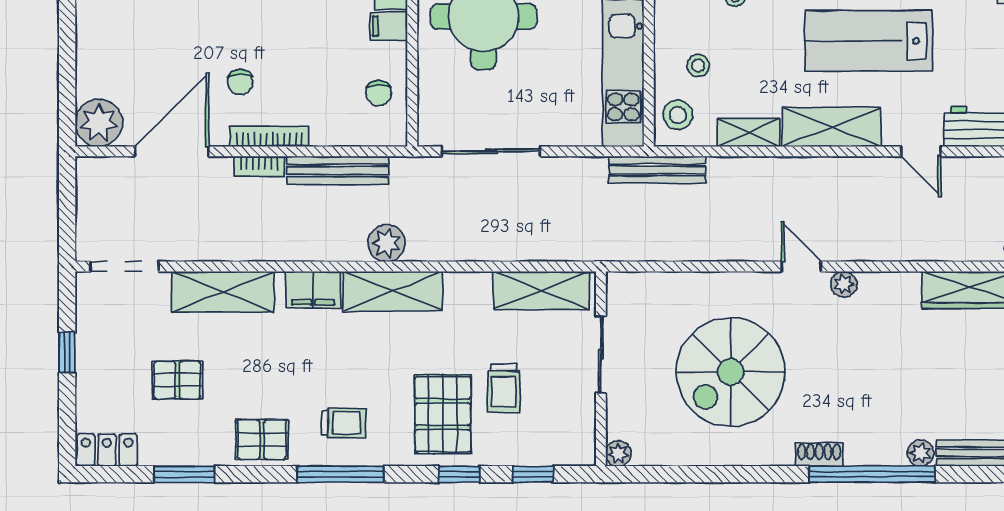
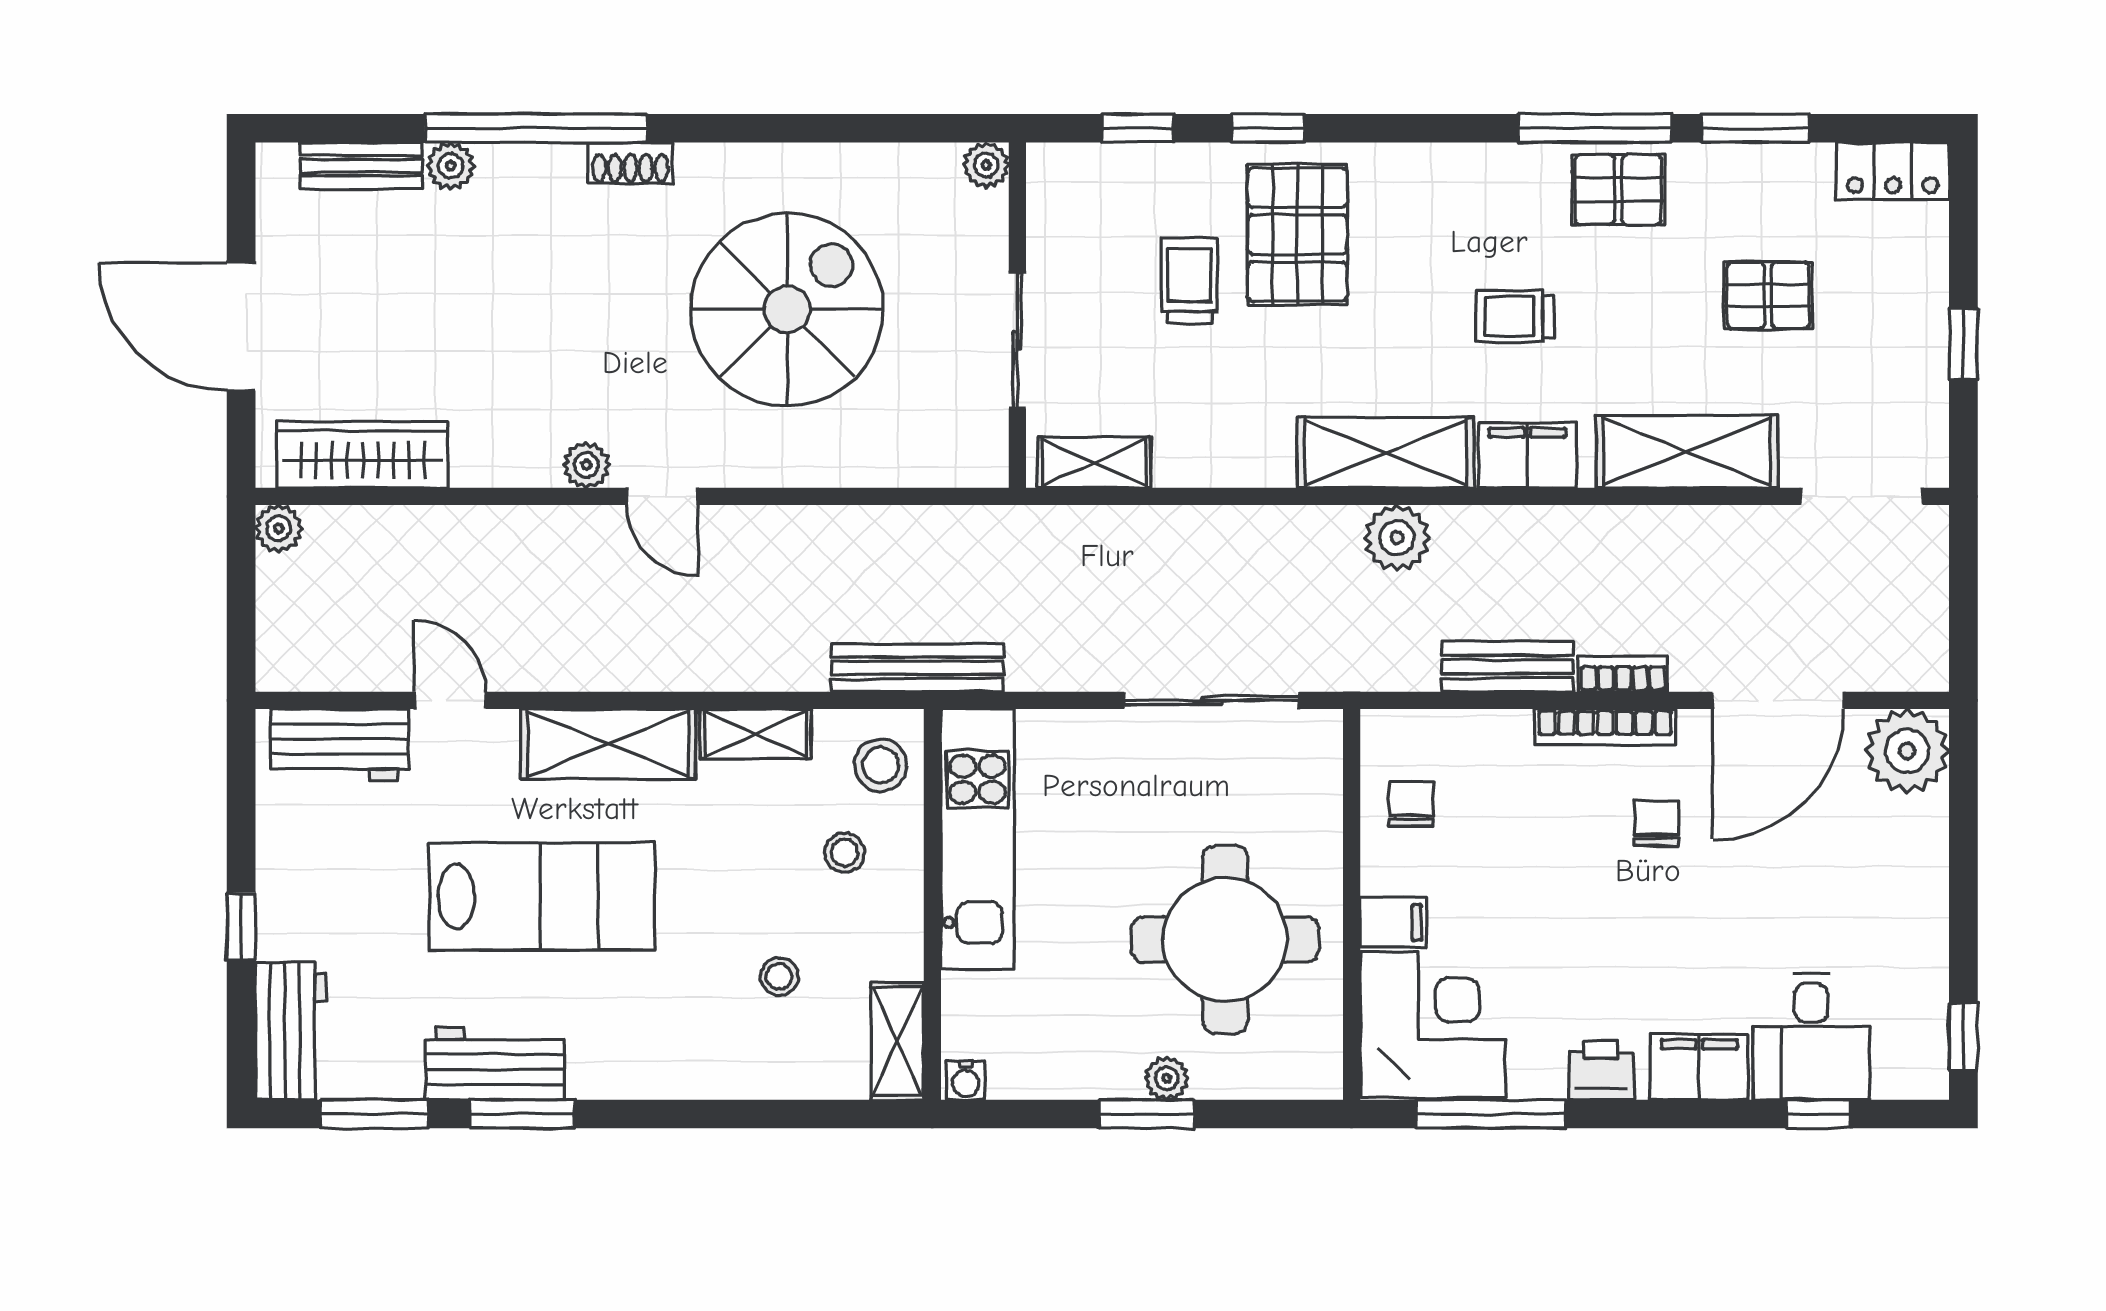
bench: (338, 170) -> (1508, 667), width x0.73
shelving: (541, 290) -> (1094, 462), width x0.67, depth x0.75
trolley: (344, 423) -> (1515, 316), moved
window: (341, 474) -> (1595, 128), moved

